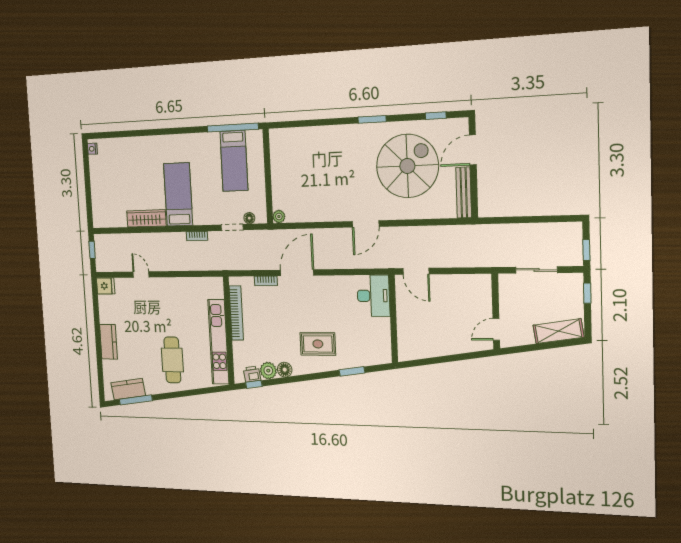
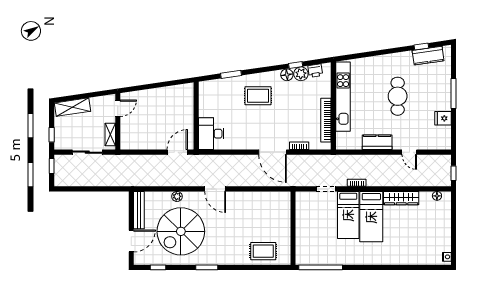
rug: (302, 145) -> (263, 251), added
bed: (234, 161) -> (348, 215), moved, turned 180
plant: (279, 217) -> (177, 196), moved
floor lamp: (249, 218) -> (437, 196), moved
door: (366, 224) -> (215, 189), swing flipped
door: (416, 271) -> (177, 152), hinge flipped
door: (297, 273) -> (273, 152), hinge flipped
fridge: (106, 286) -> (443, 118), moved
shelving: (506, 294) -> (110, 134), added
kitchen counter: (109, 342) -> (377, 142), moved, turned 90
window: (98, 344) -> (454, 94), added
cafe table: (172, 360) -> (398, 96), moved
window: (254, 384) -> (296, 65), moved
window: (136, 400) -> (421, 47), width x0.46

